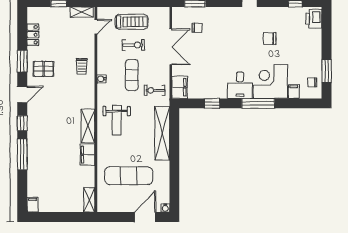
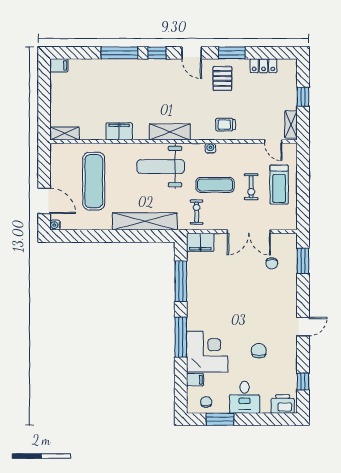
desk: (240, 85) -> (245, 397), moved, turned -90
window: (212, 103) -> (181, 281), width x2.17
weight bench: (117, 120) -> (161, 167), width x1.36, depth x1.33
shelving: (88, 126) -> (170, 132), moved

